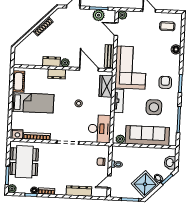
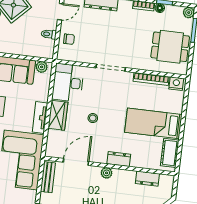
dresser: (52, 62) -> (147, 179), moved
door: (89, 69) -> (76, 162), swing flipped
wardrobe: (106, 86) -> (58, 115), moved
dining table: (24, 162) -> (170, 47), width x0.73

